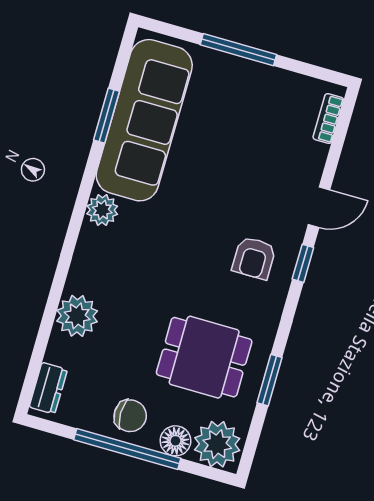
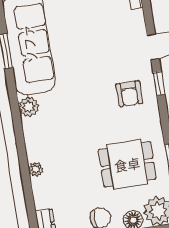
plant: (77, 316) -> (36, 169), width x0.53, depth x0.53

